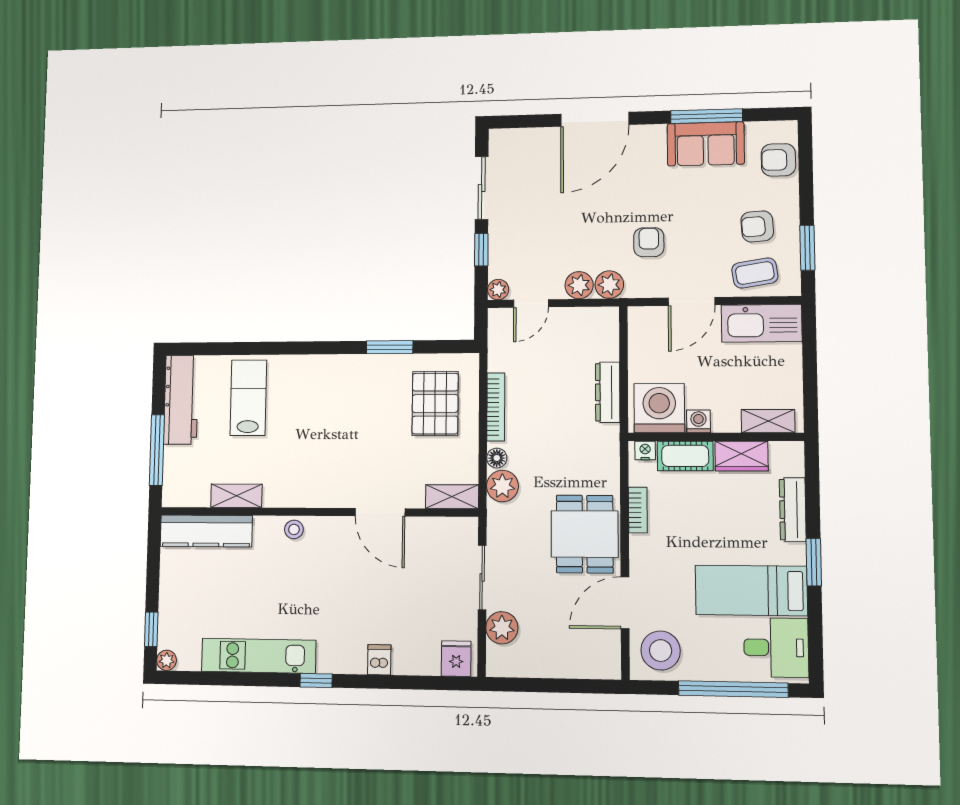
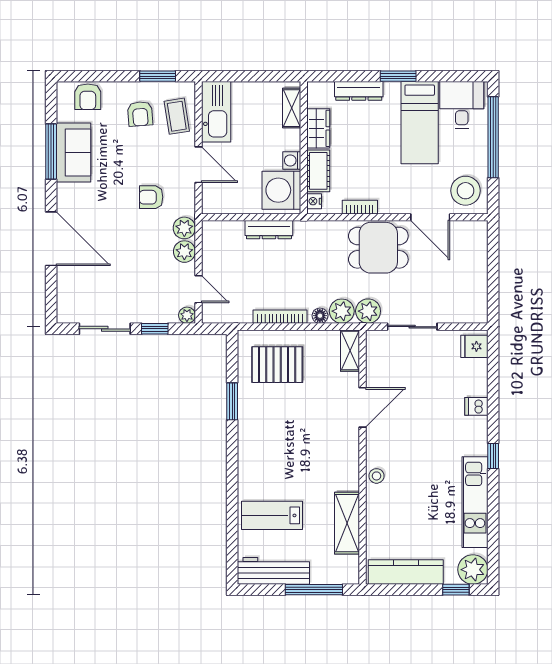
shelving: (236, 496) -> (347, 523), width x1.50, depth x1.33
kitchen counter: (206, 531) -> (406, 572), moved, turned -90
plant: (502, 628) -> (368, 311), moved
plant: (167, 660) -> (473, 570), width x1.88, depth x1.88

